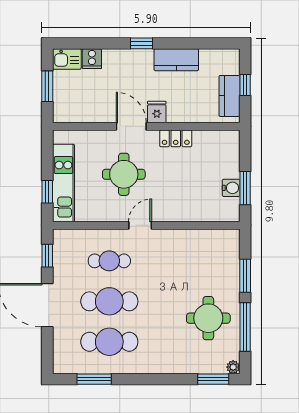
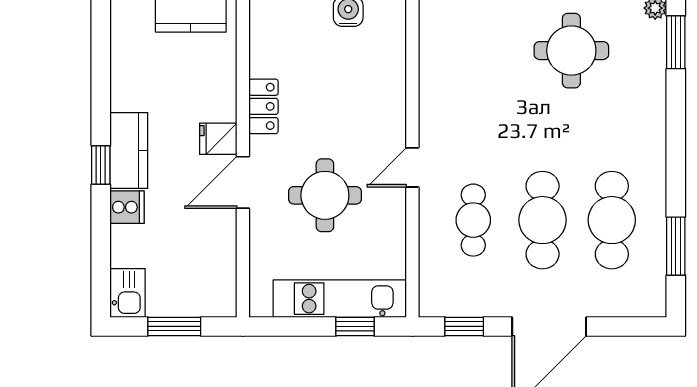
cooker: (92, 59) -> (127, 207), moved
kitchen counter: (176, 60) -> (129, 151), moved
door: (140, 225) -> (412, 167), hinge flipped

